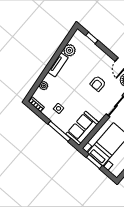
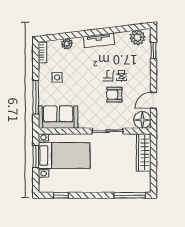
plant: (69, 50) -> (137, 37), moved

